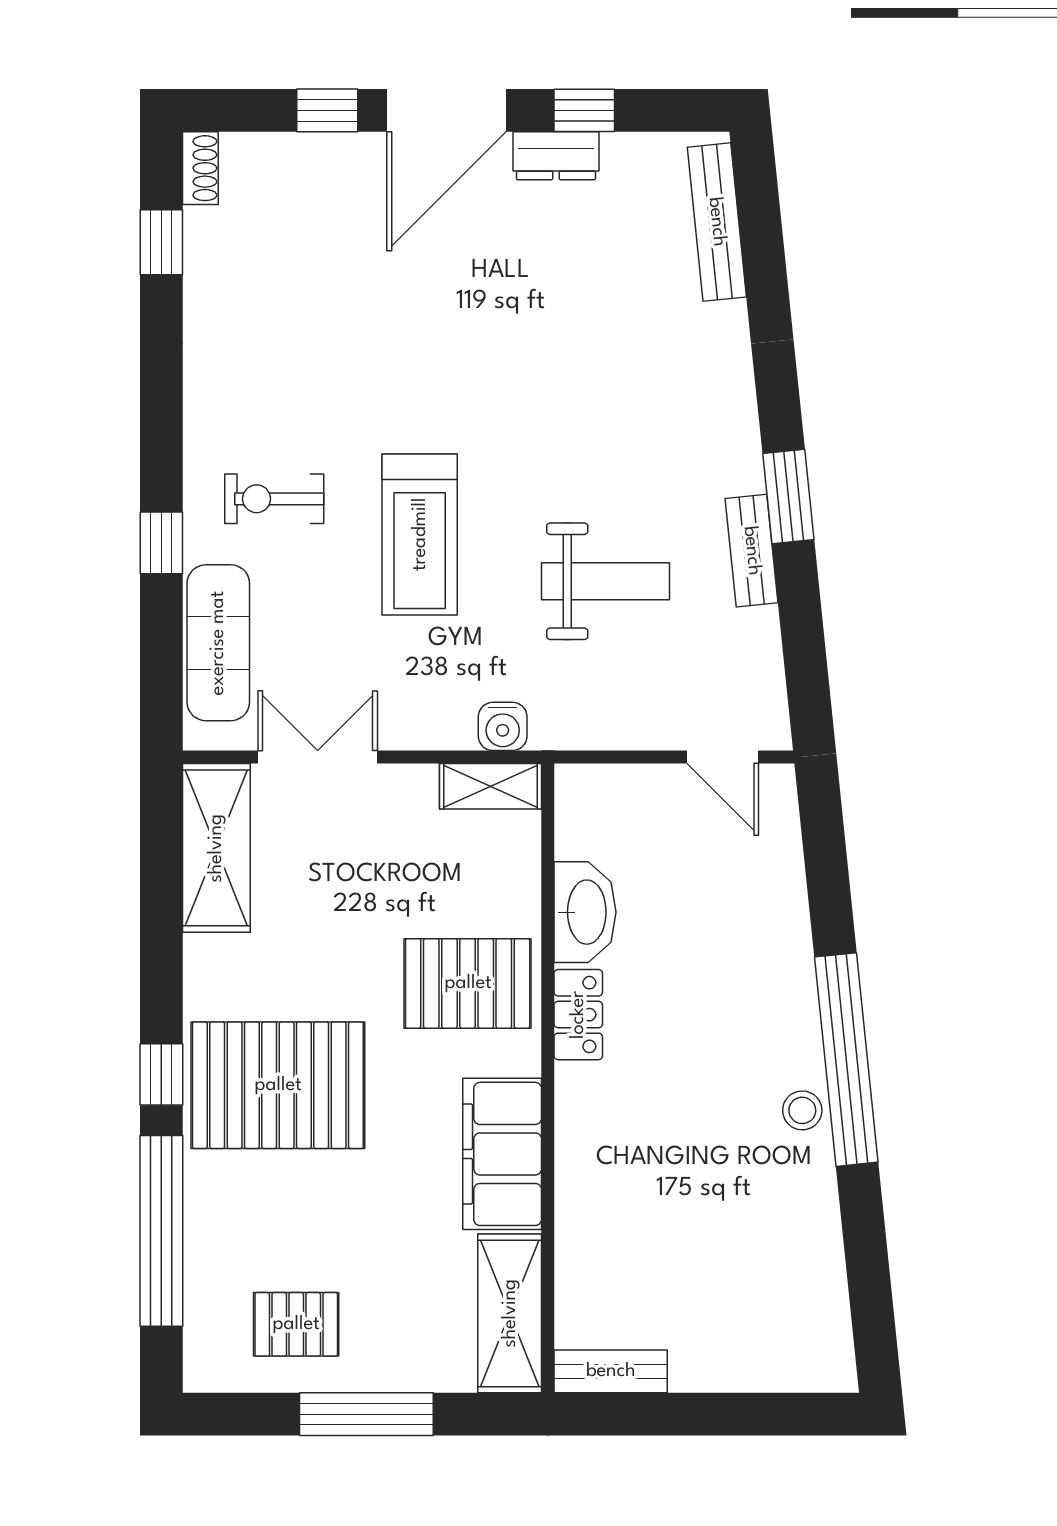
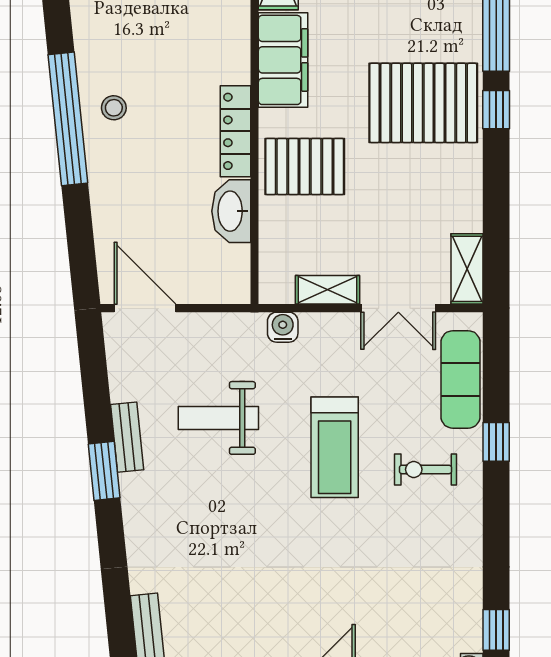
exercise bike: (274, 499) -> (425, 469), turned 180
treadmill: (420, 534) -> (335, 447), turned 180
door: (723, 757) -> (145, 308), width x1.38
shelving: (491, 786) -> (327, 290), moved
shelving: (216, 848) -> (467, 269), width x0.67, depth x0.75
locker: (578, 1015) -> (235, 131), width x1.53
stool: (802, 1110) -> (114, 108), moved

